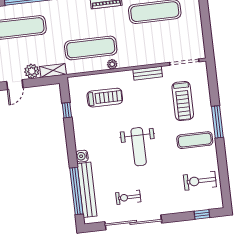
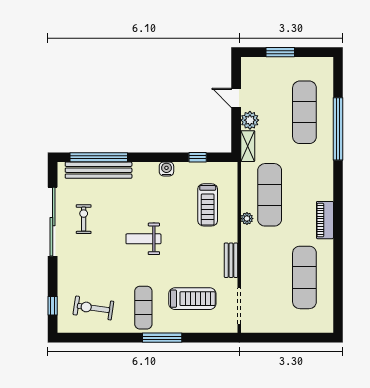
treadmill: (183, 101) -> (192, 299), turned 180
weight bench: (139, 147) -> (143, 239), width x0.73, depth x0.75
water cooler: (82, 156) -> (166, 169), moved
exercise bike: (200, 181) -> (93, 308), turned -82

